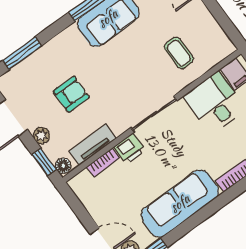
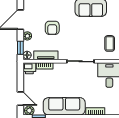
armchair: (71, 94) -> (52, 28), turned 90
printer: (130, 149) -> (29, 68), moved

